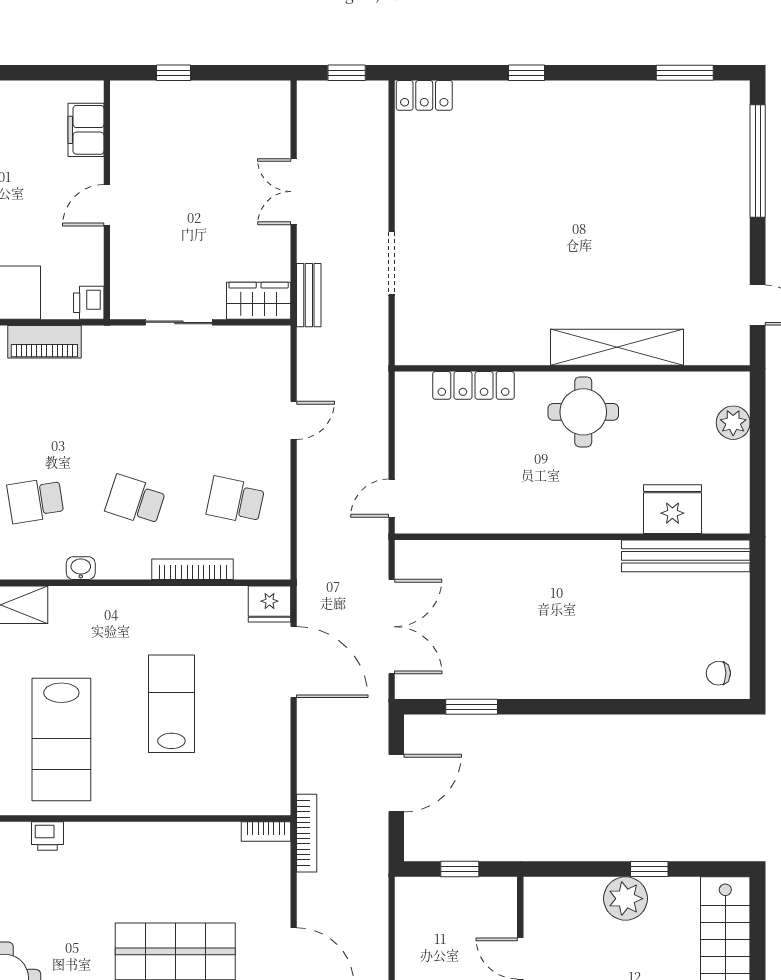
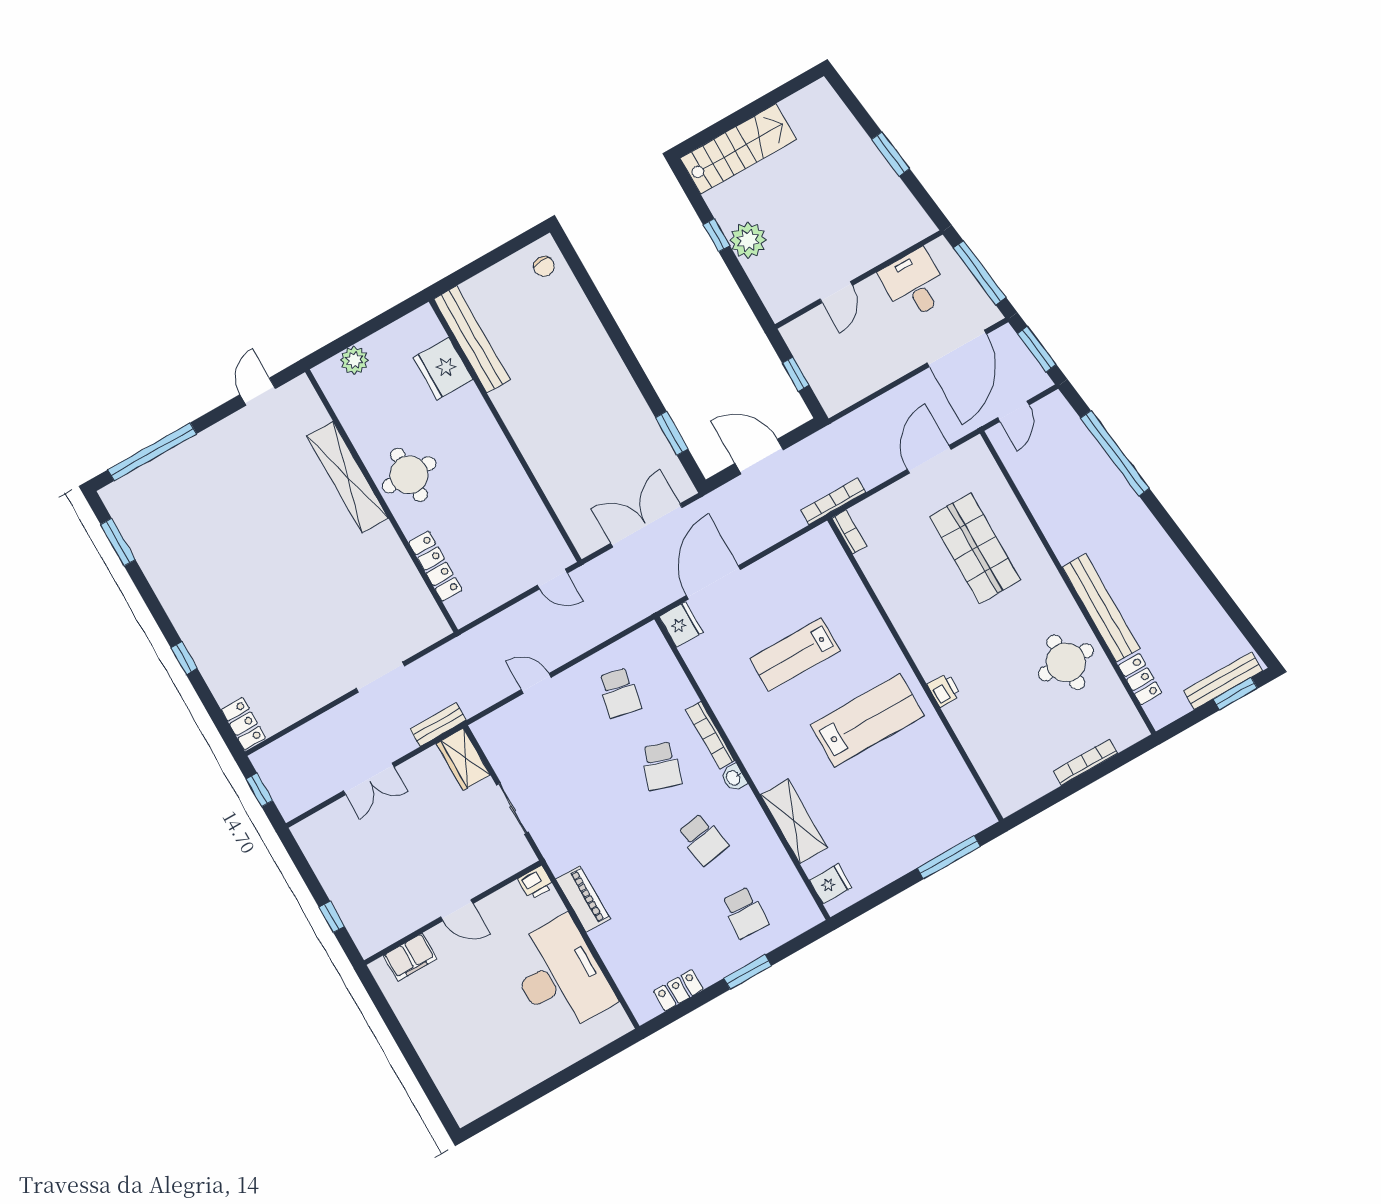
bookcase: (193, 569) -> (710, 735), moved

